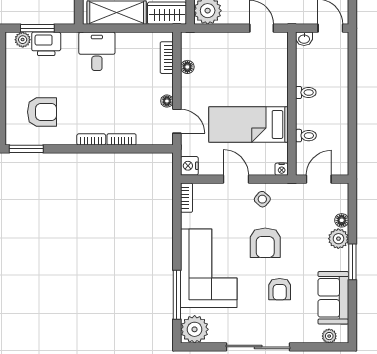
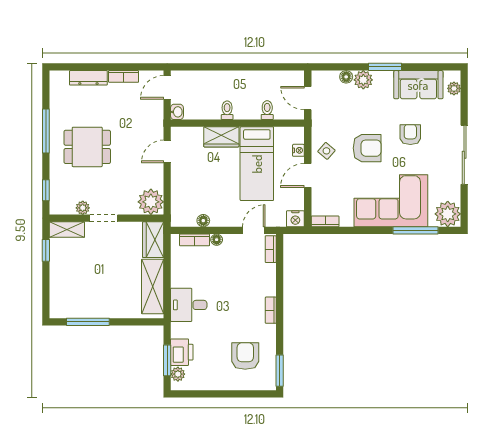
wardrobe: (277, 86) -> (221, 137), added
floor lamp: (167, 101) -> (217, 240), moved
bookcase: (122, 139) -> (271, 249), moved
nightstand: (282, 169) -> (298, 150), moved
armchair: (280, 289) -> (410, 135), turned -90

